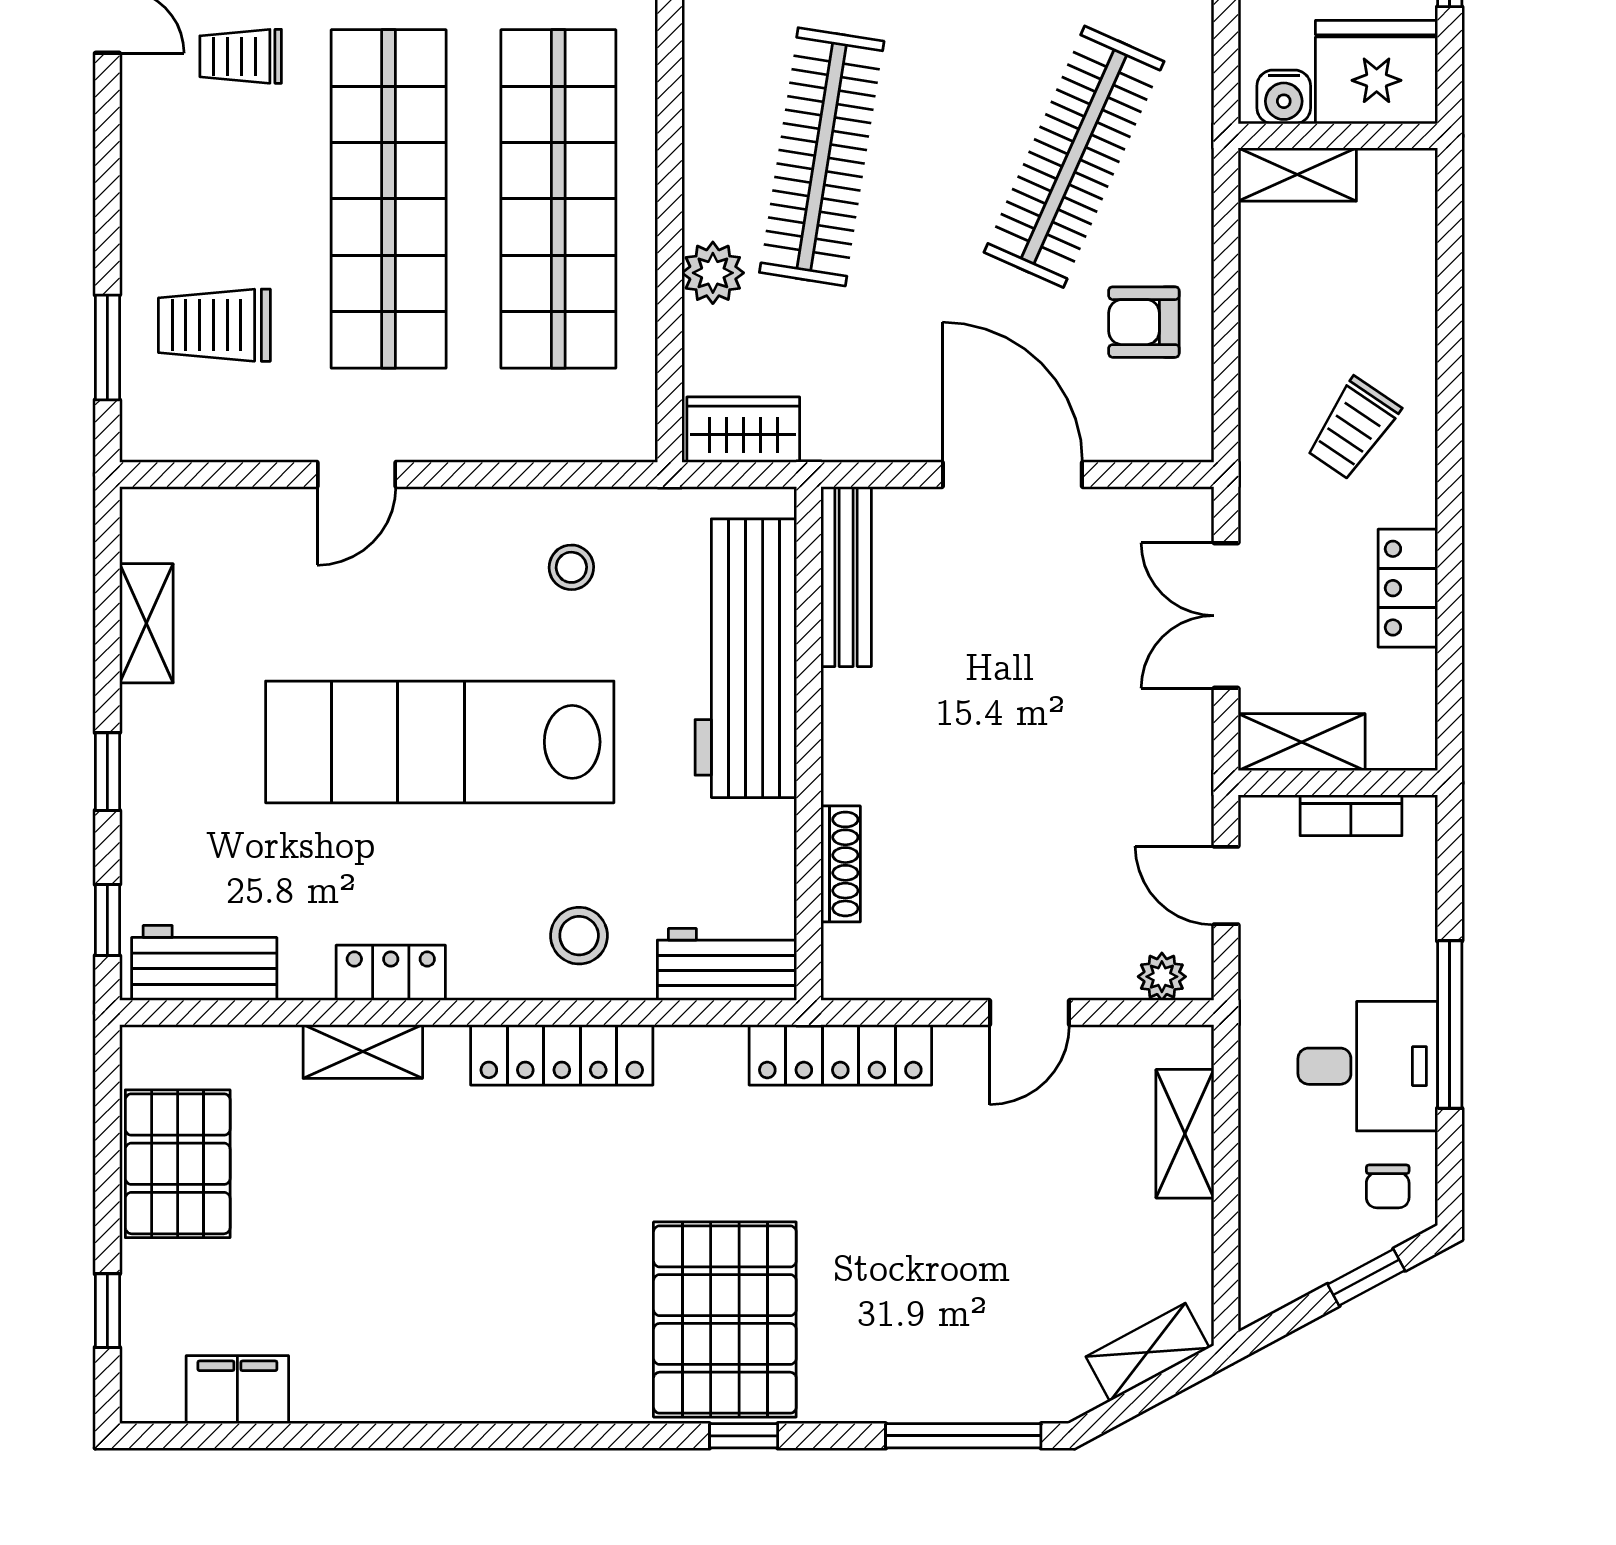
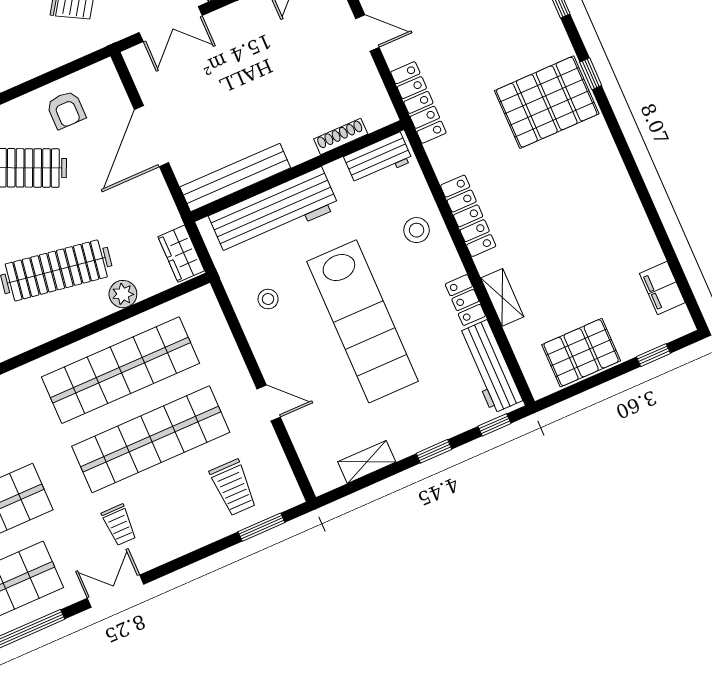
bench: (846, 577) -> (235, 177), width x1.37, depth x1.21
workbench: (204, 963) -> (490, 367), width x1.38
workbench: (727, 964) -> (378, 159), moved, turned -90

